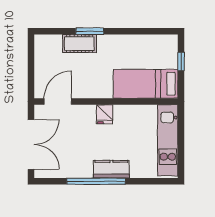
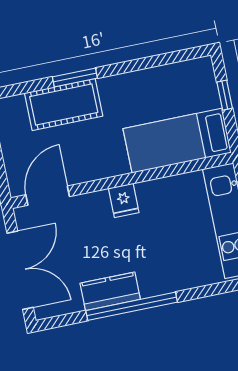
cot: (79, 44) -> (64, 105), width x1.37, depth x1.34
kitchen counter: (111, 169) -> (110, 291), moved

